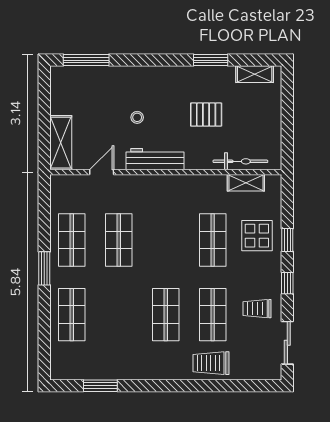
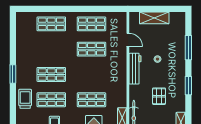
window: (86, 60) -> (188, 48), moved
window: (211, 60) -> (188, 86), moved
shelving: (61, 143) -> (154, 18), moved
window: (44, 268) -> (76, 9), removed
window: (100, 386) -> (13, 74), moved

